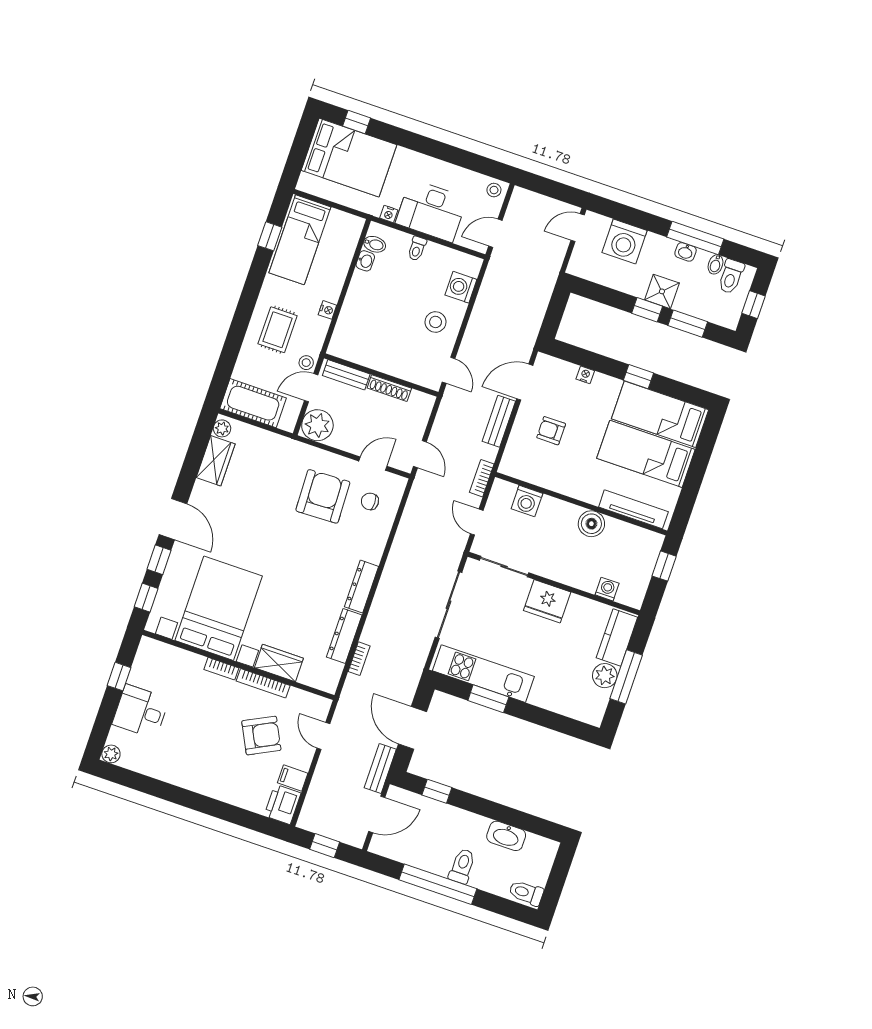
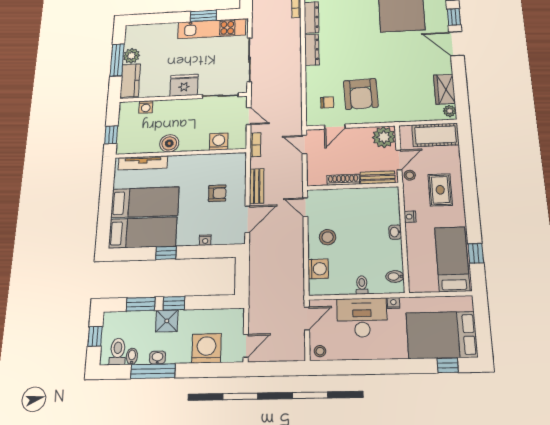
washbasin: (365, 261) -> (395, 232), moved

